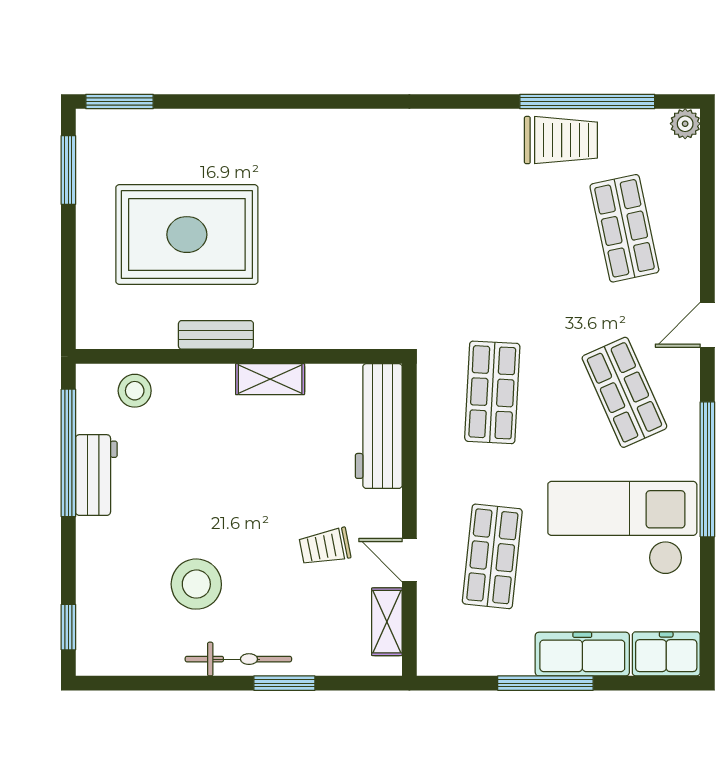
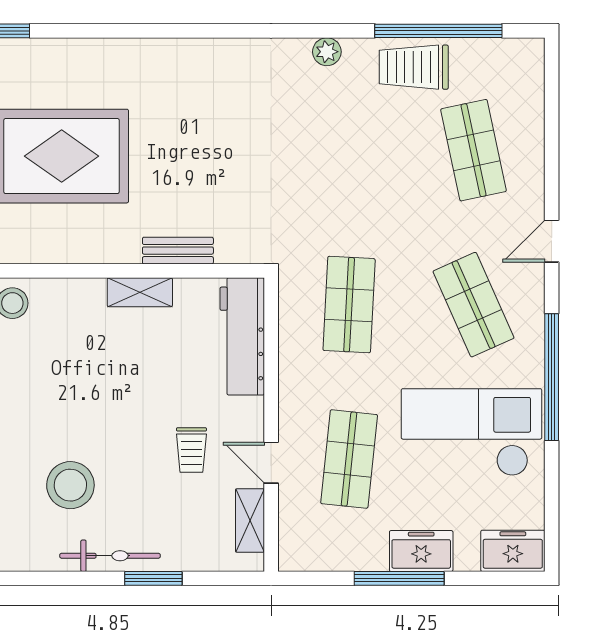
plant: (685, 124) -> (327, 52), moved
trolley: (561, 140) -> (414, 67), turned 180
bench: (216, 335) -> (178, 251), moved
trolley: (325, 547) -> (191, 450), turned -79
freezer: (582, 654) -> (421, 551), width x0.71

